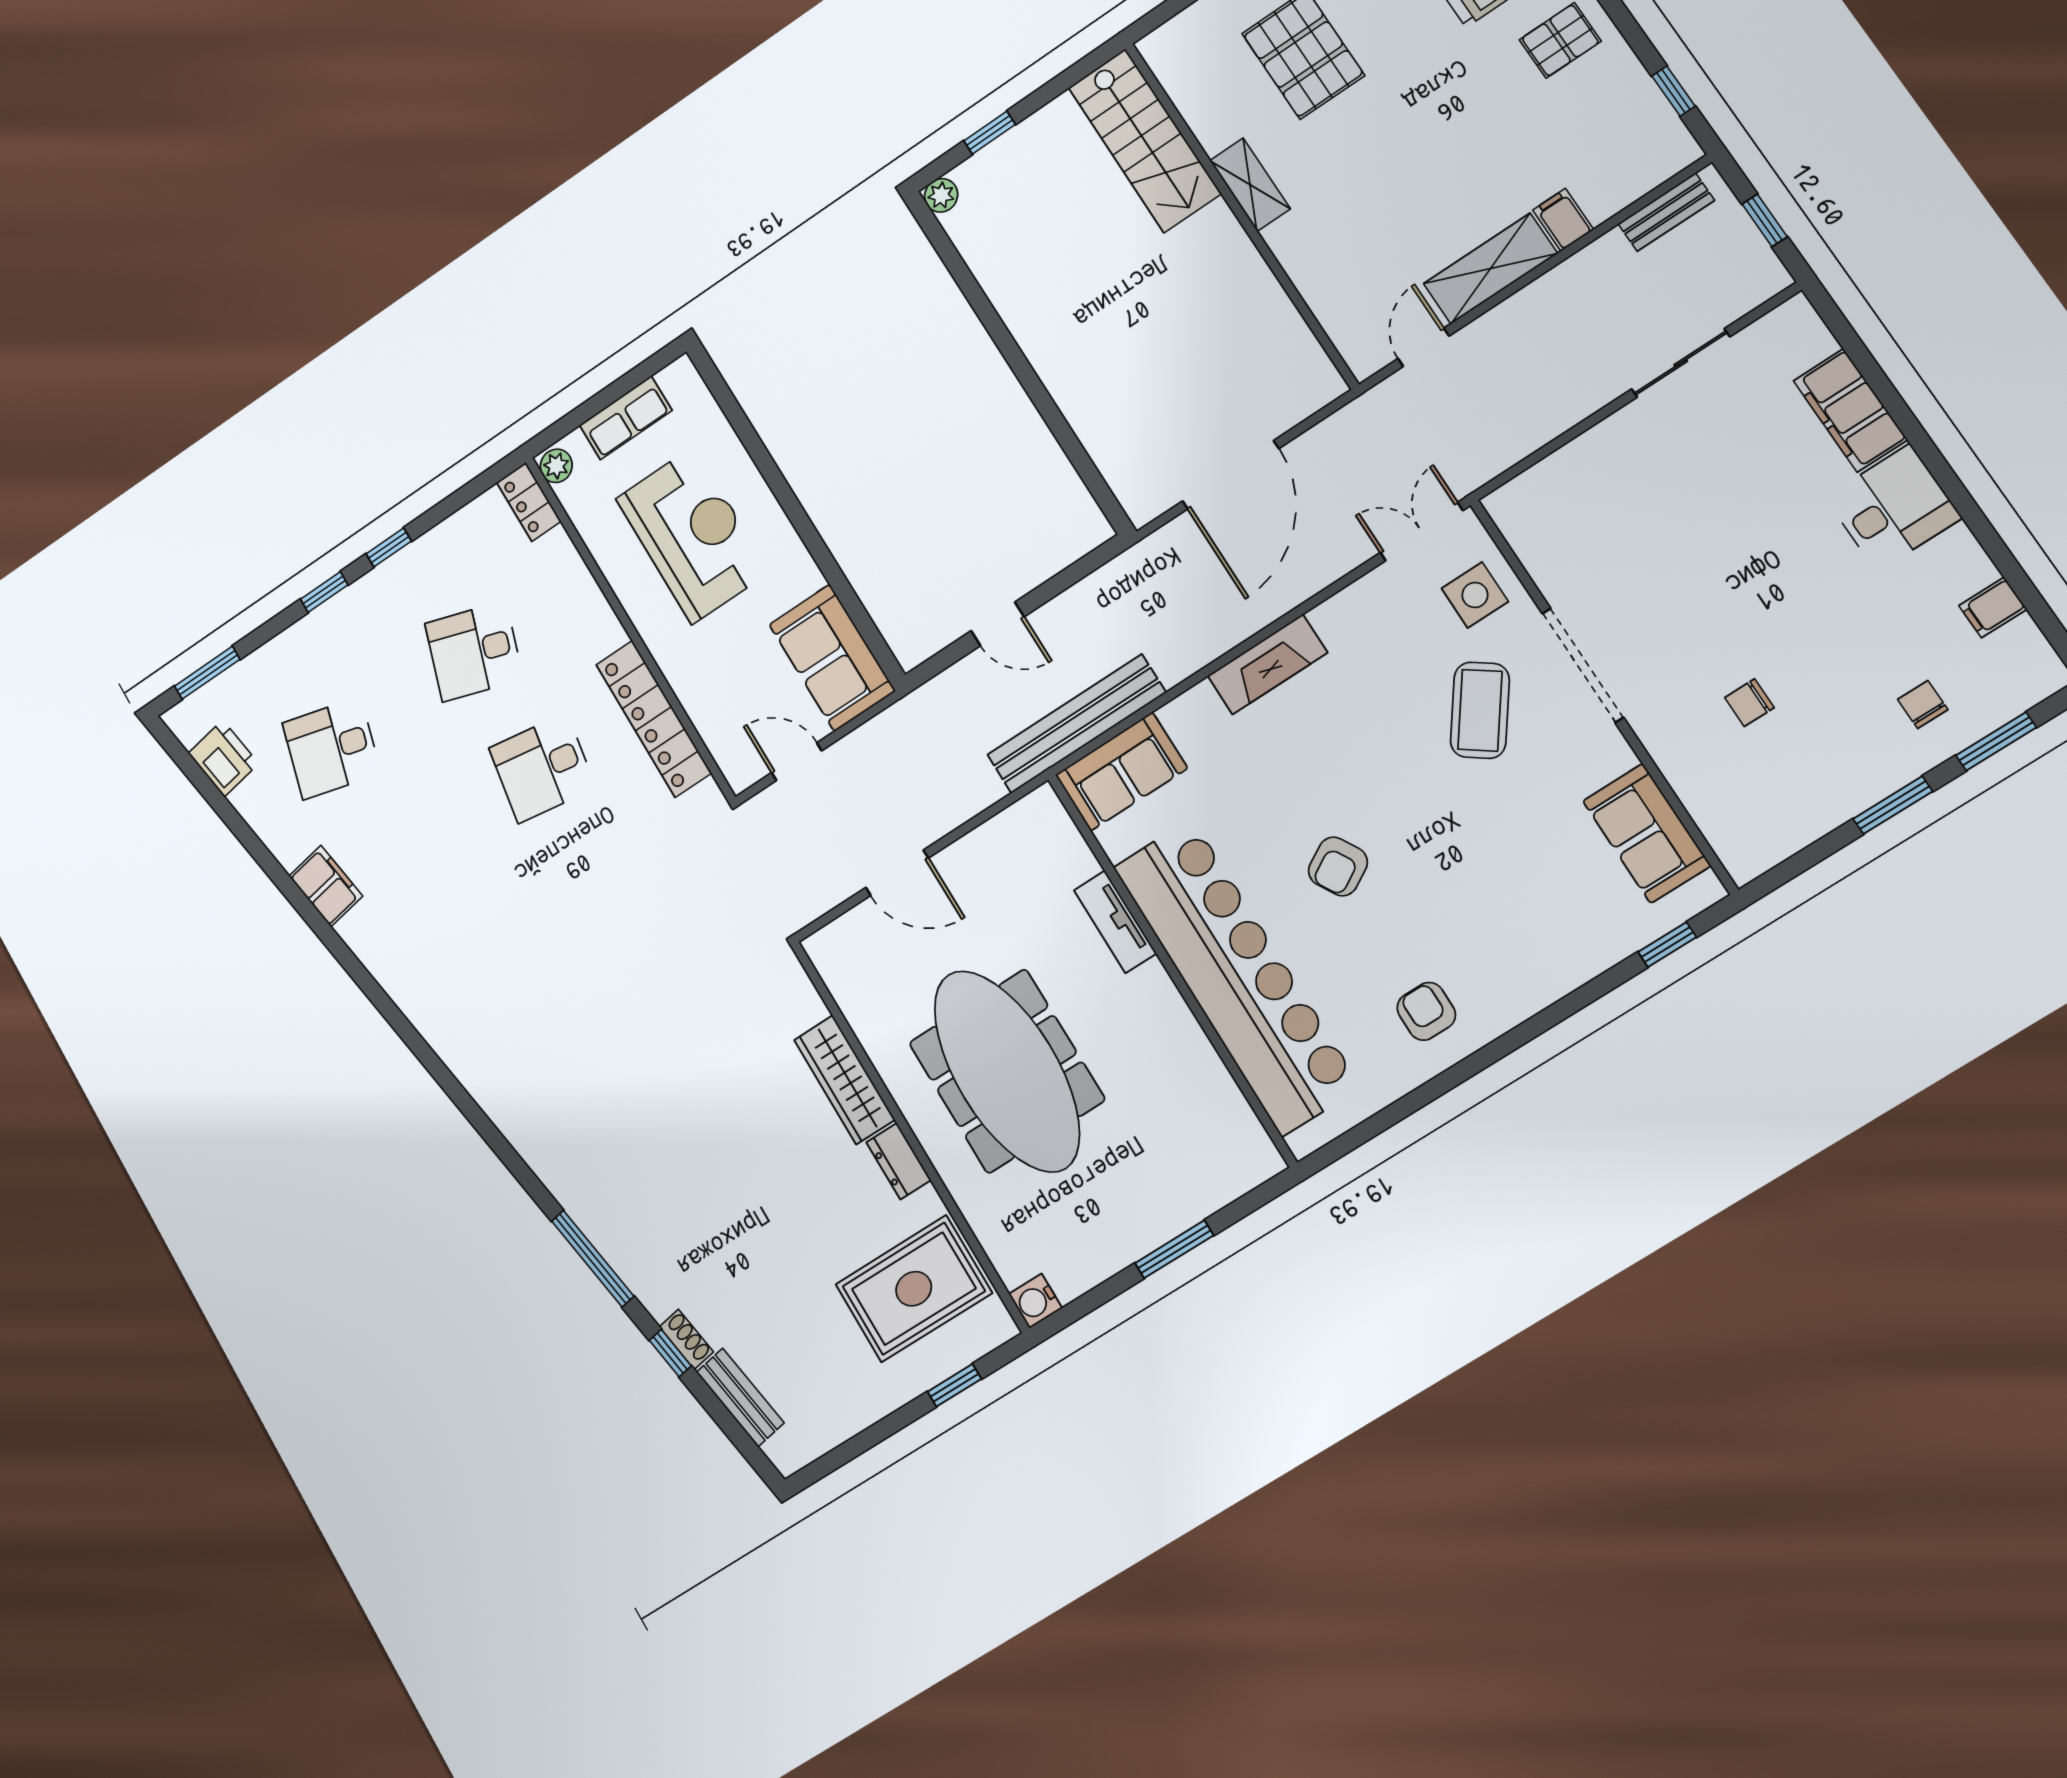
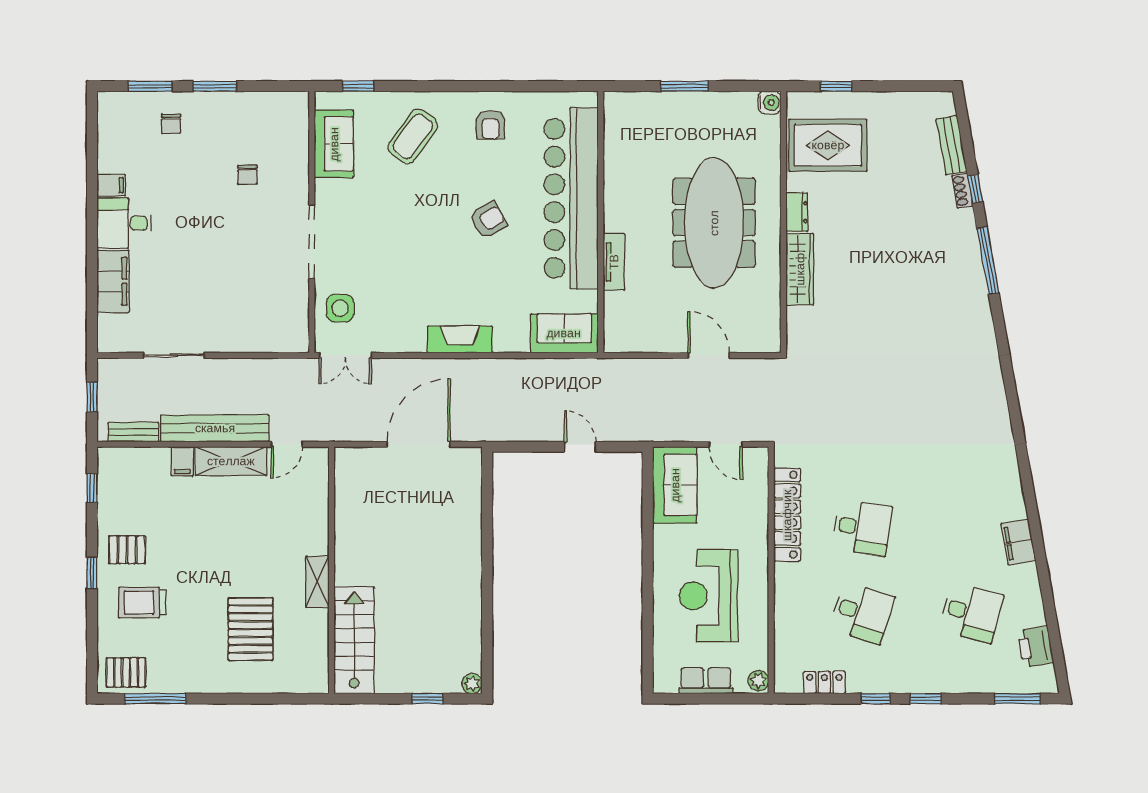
locker: (529, 502) -> (824, 683), moved, turned -90
filing cabinet: (1993, 607) -> (111, 185), moved
chair: (1749, 703) -> (247, 175), turned 90
coffee table: (1480, 710) -> (413, 136), moved
bench: (1076, 724) -> (215, 428), moved

